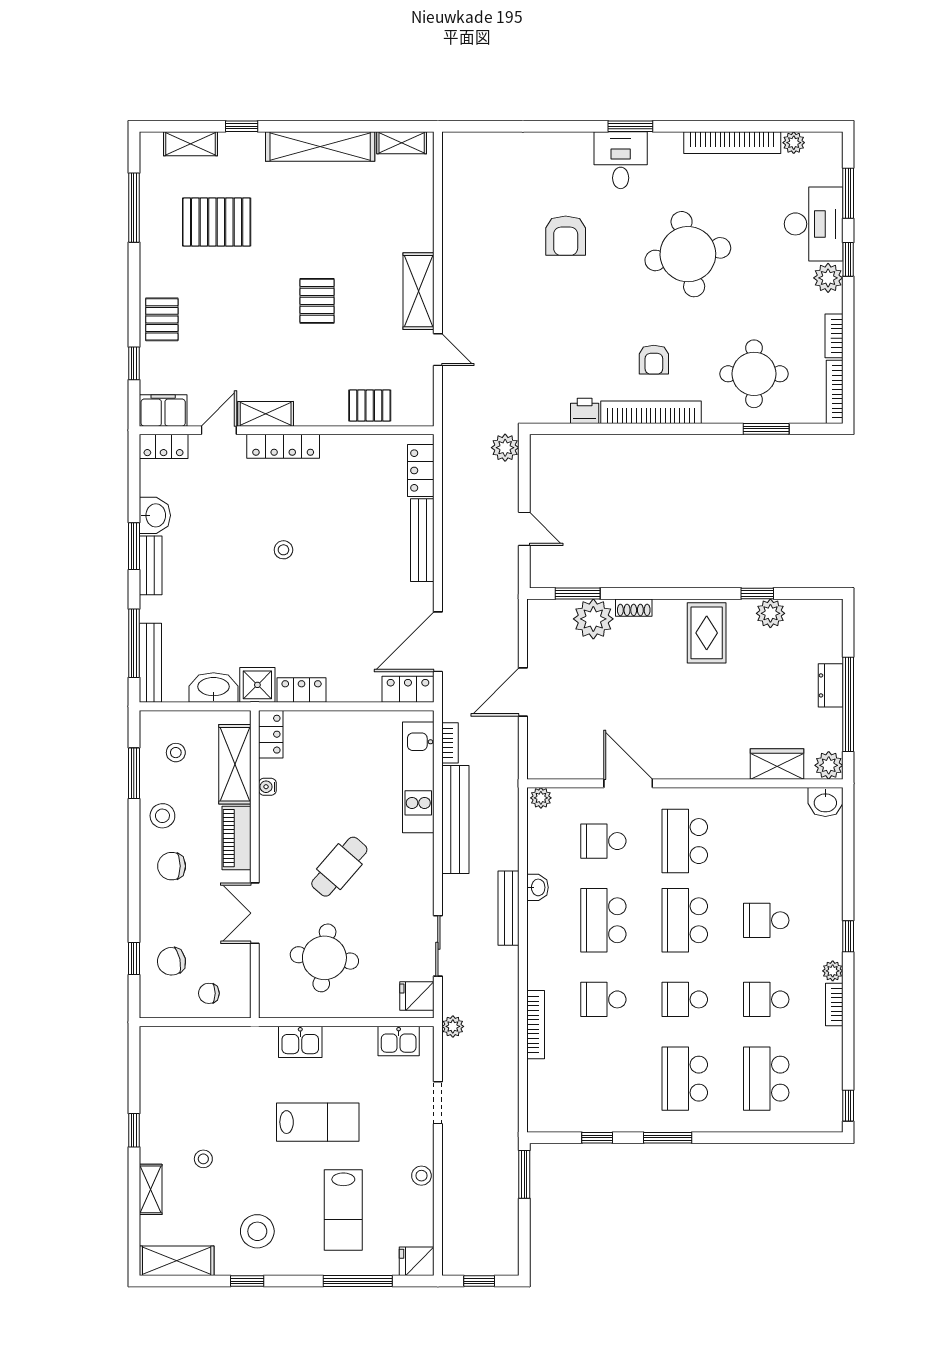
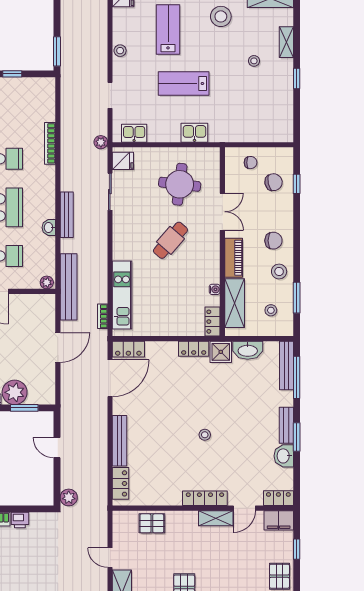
bench: (455, 819) -> (69, 287), moved

